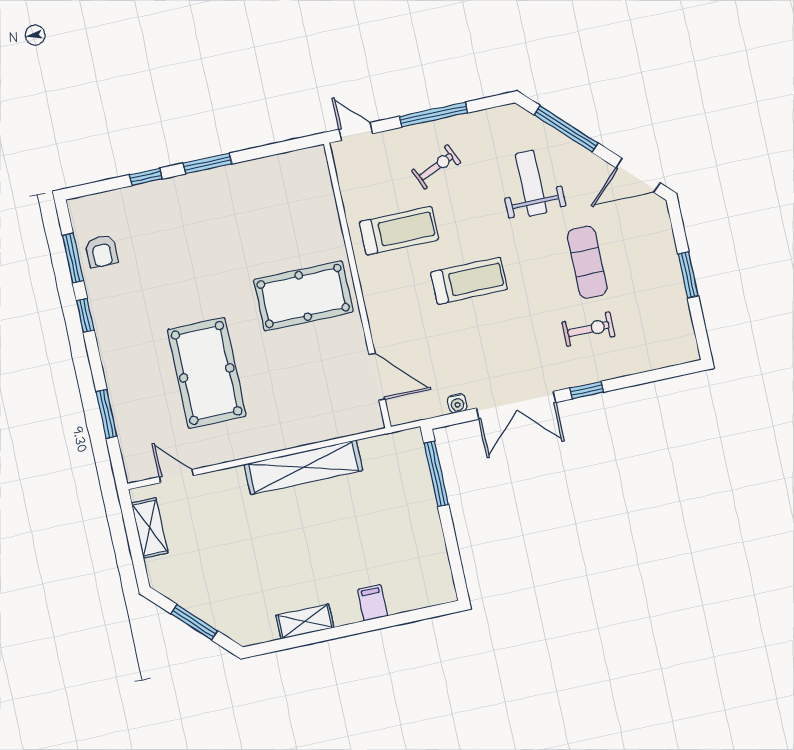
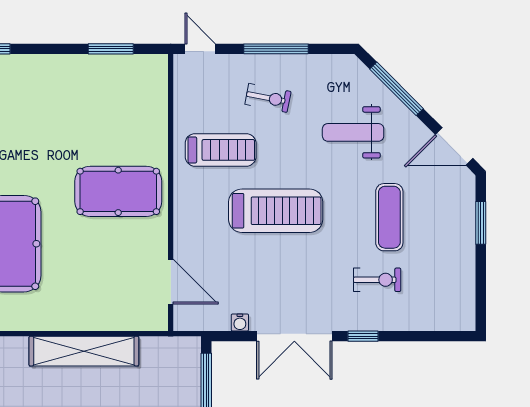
window: (207, 164) -> (111, 49), moved
exercise bike: (436, 167) -> (268, 98), turned 35
weight bench: (531, 183) -> (353, 132), turned -90
window: (688, 275) -> (481, 223), moved
treadmill: (469, 281) -> (276, 211), width x1.37, depth x1.37

